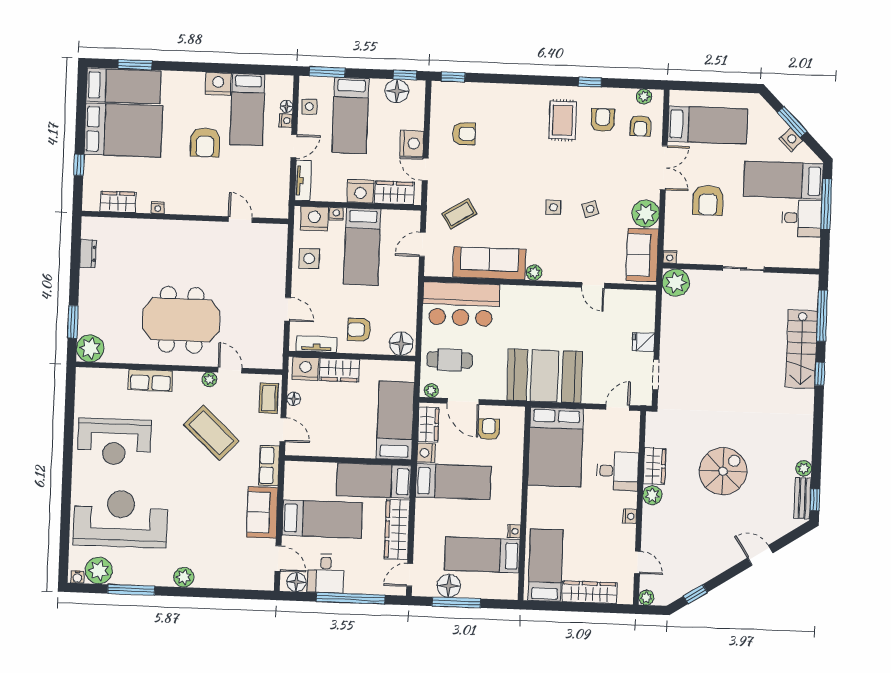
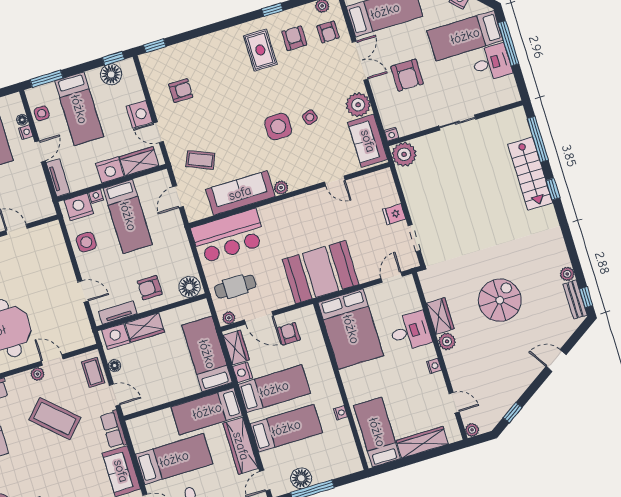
side table: (553, 207) -> (278, 127), width x1.87, depth x1.87
coffee table: (459, 214) -> (200, 160), turned 55
bed: (482, 555) -> (286, 428), moved, turned 180

